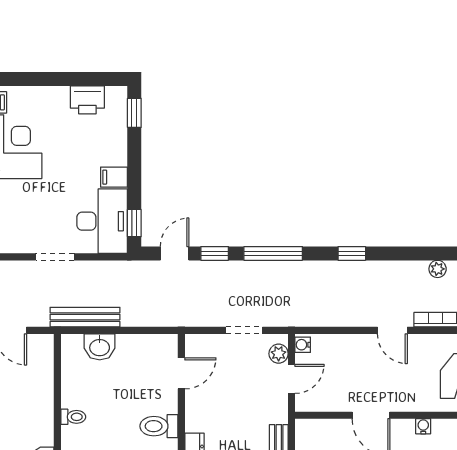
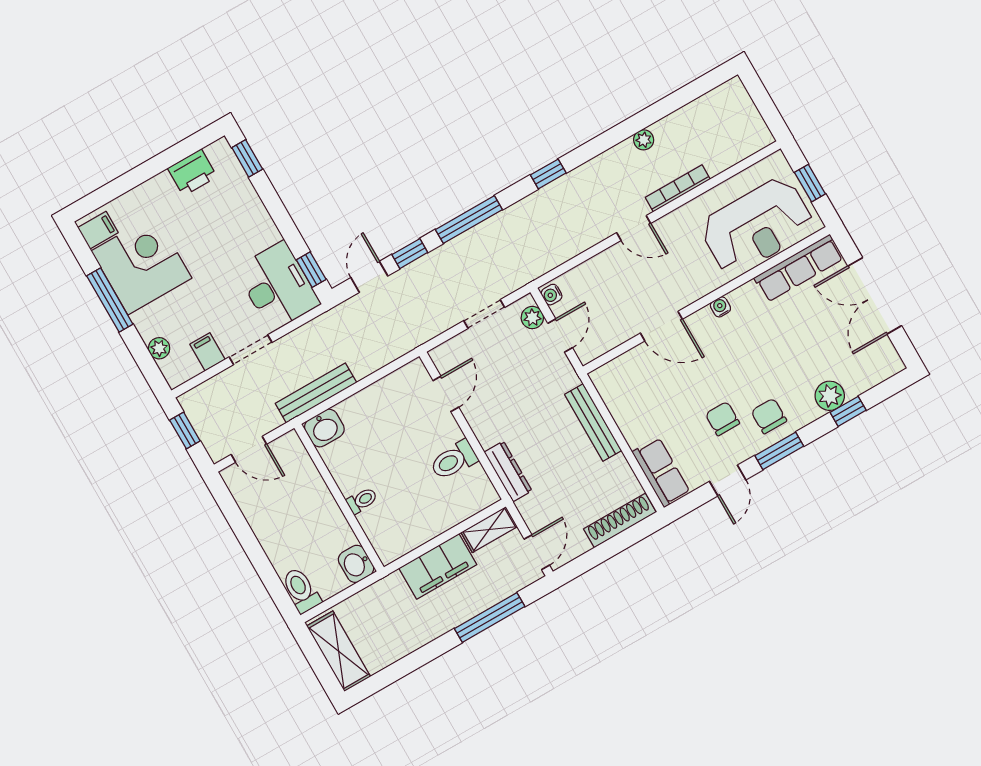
filing cabinet: (114, 177) -> (208, 352), moved, turned 90
washbasin: (100, 347) -> (324, 428), moved

